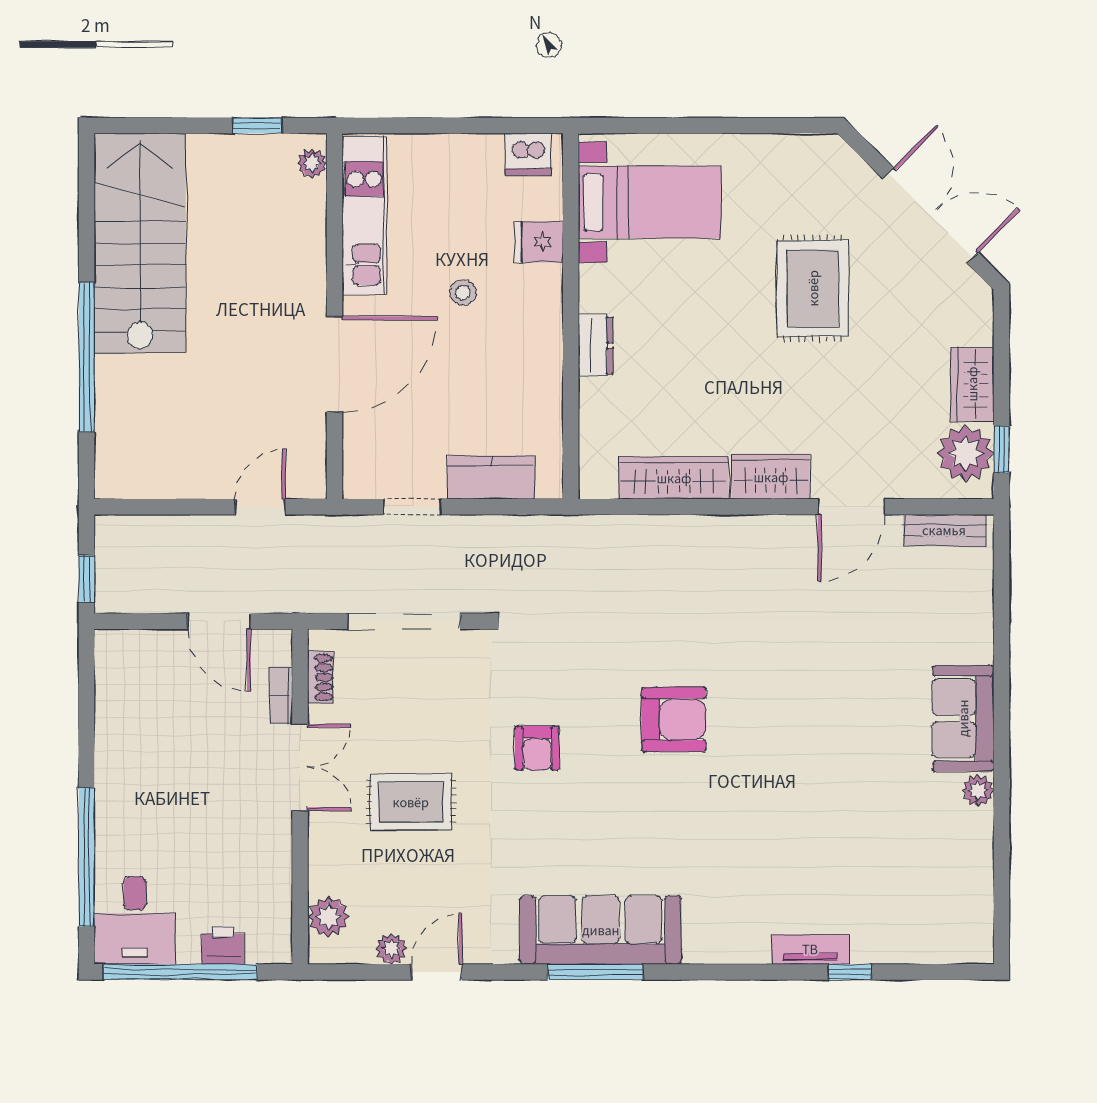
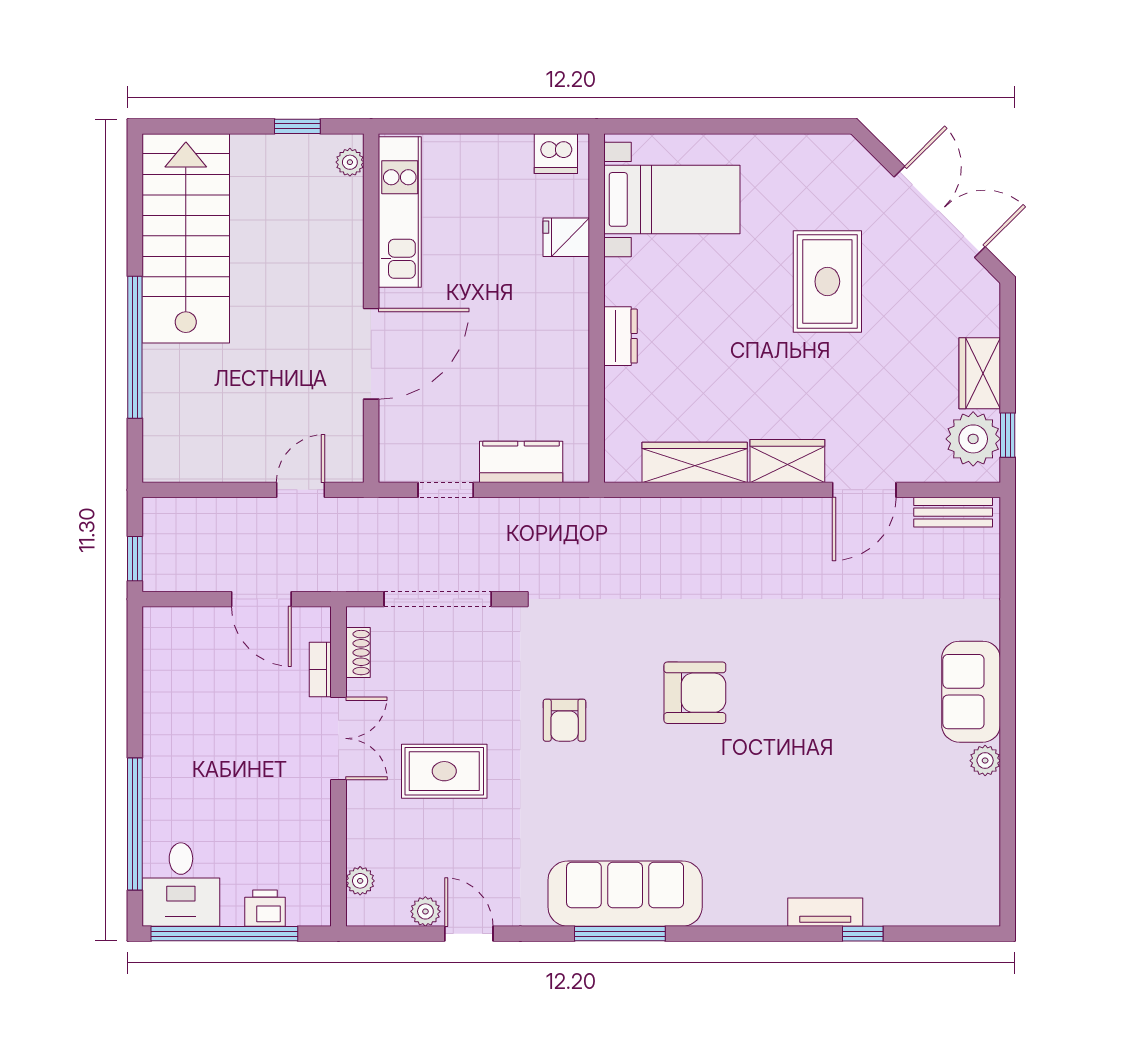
stool: (463, 293) -> (494, 286), removed
plant: (328, 917) -> (360, 881), width x0.73, depth x0.73
door: (437, 972) -> (469, 934), hinge flipped

